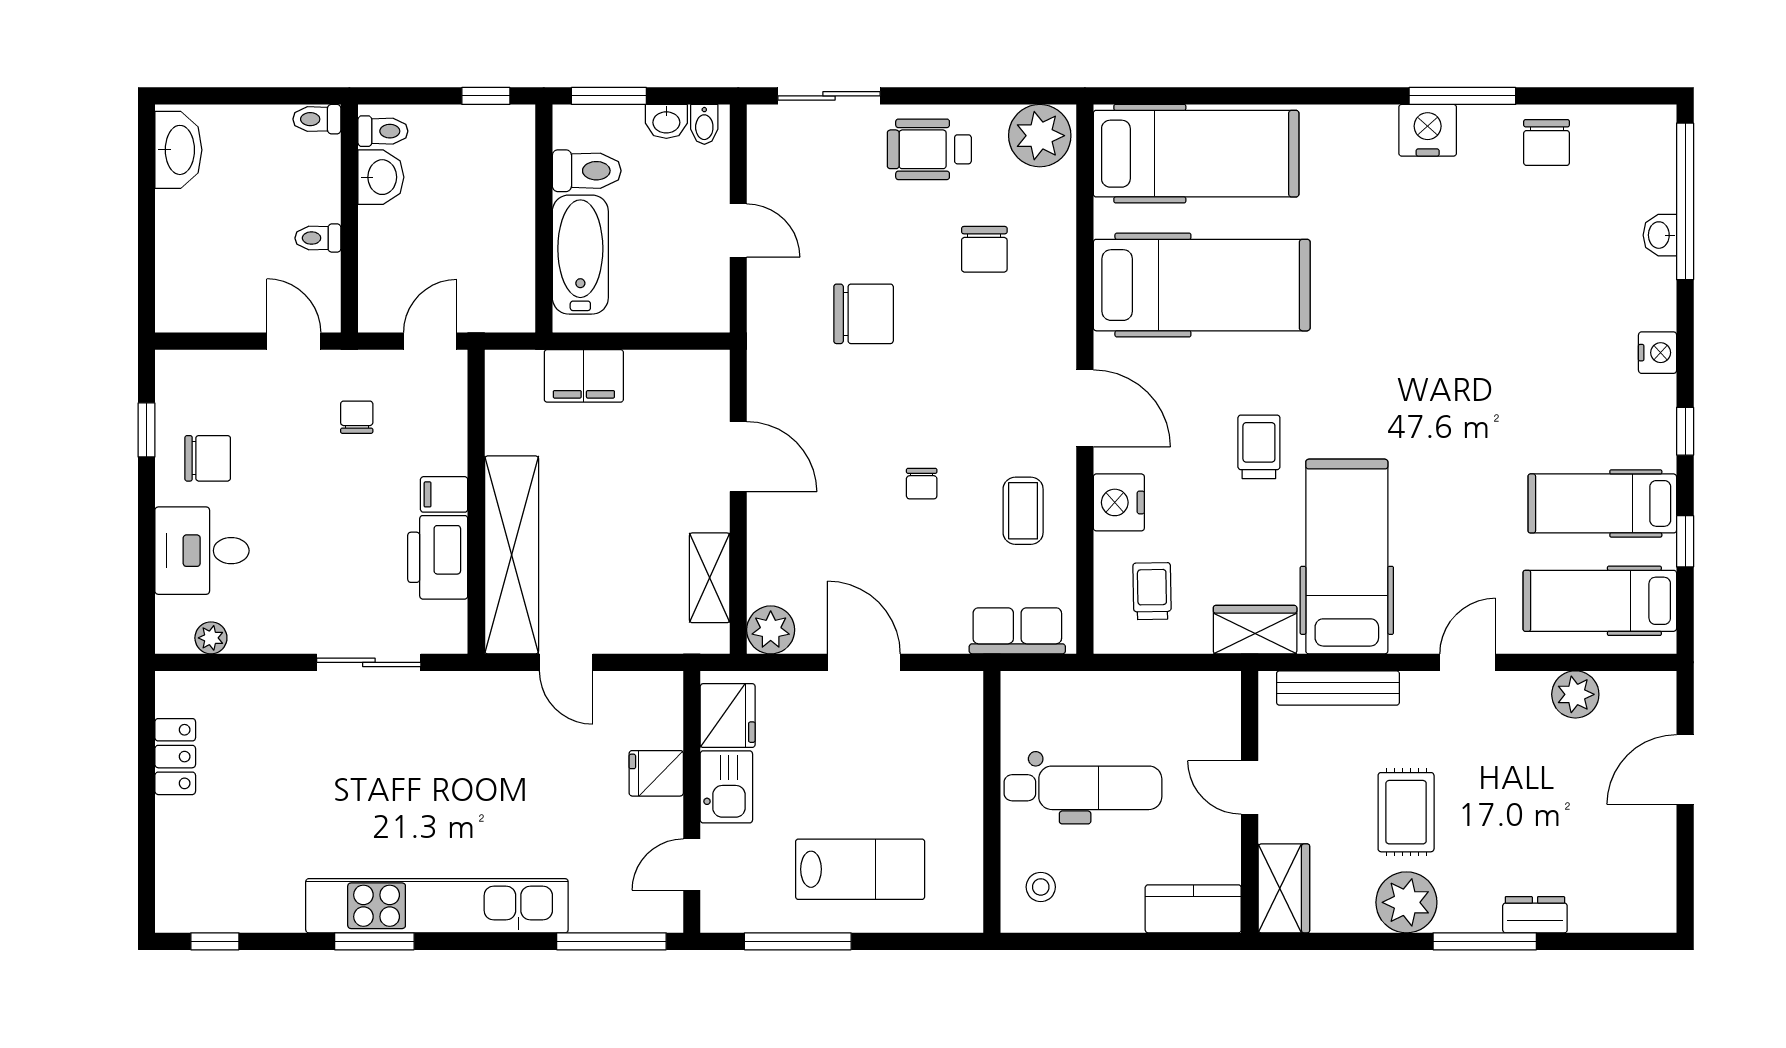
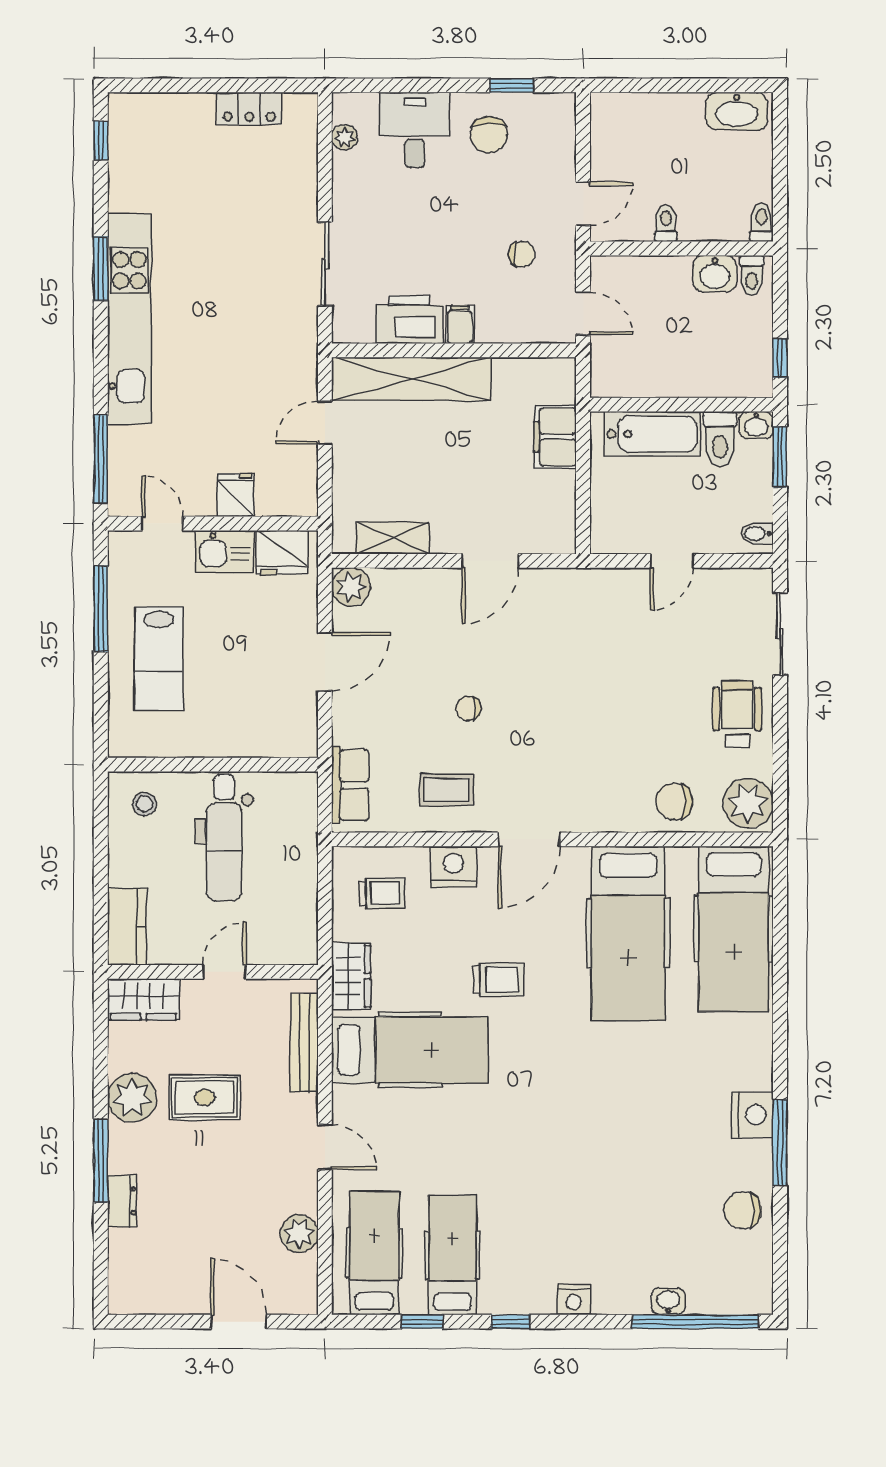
washbasin: (666, 121) -> (756, 425), moved, turned -90
chair: (984, 249) -> (674, 801), moved
chair: (864, 314) -> (605, 662), removed

